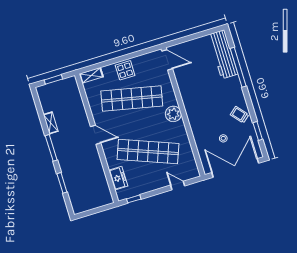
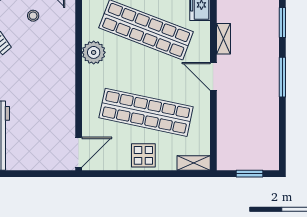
door: (167, 60) -> (79, 152), swing flipped
plant: (173, 114) -> (94, 52), moved
shelving: (51, 123) -> (224, 39), moved

